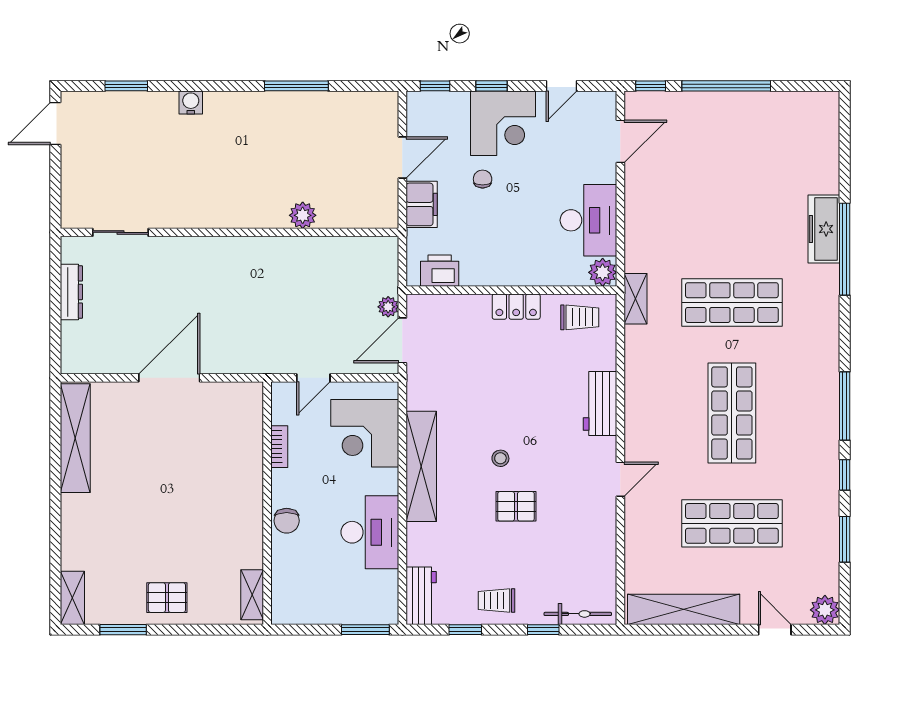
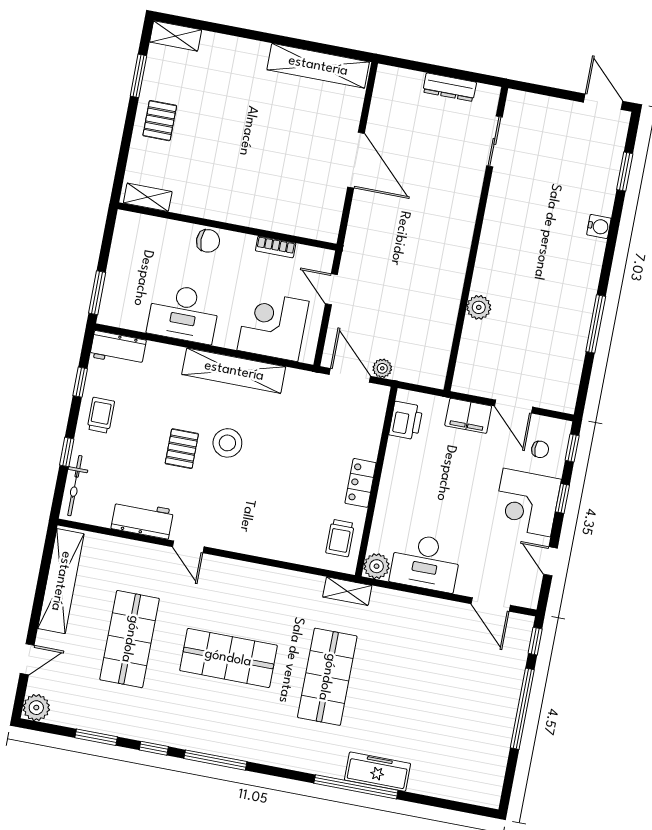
chair: (483, 179) -> (540, 449), moved
workbench: (600, 403) -> (142, 519), moved
stool: (500, 458) -> (227, 443), width x1.89, depth x1.89
chair: (287, 521) -> (208, 241), turned 180

